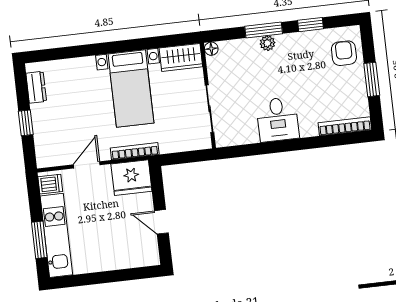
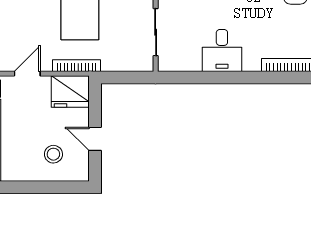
stool: (122, 242) -> (53, 154), added

